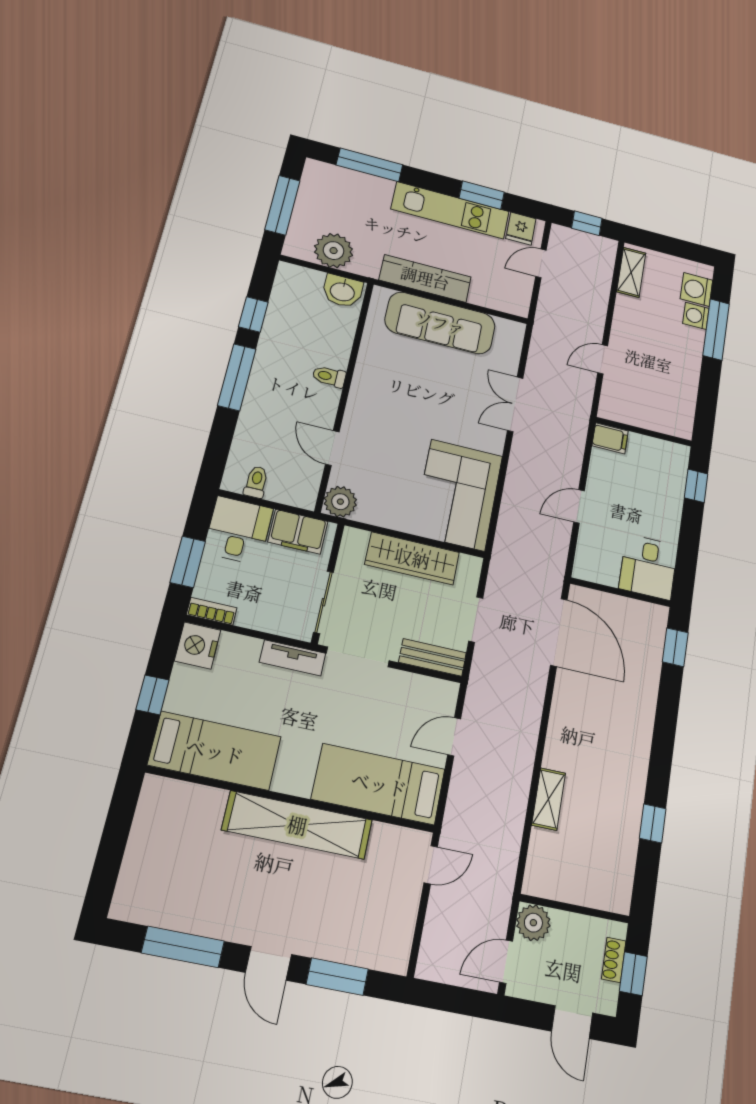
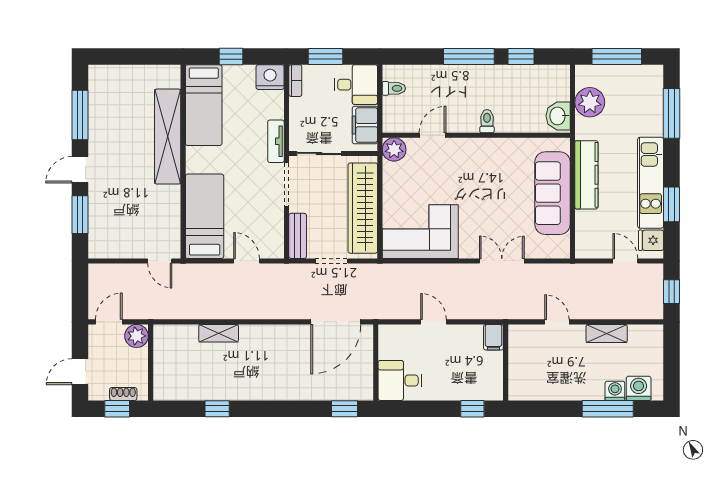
shelving: (631, 272) -> (607, 334), moved
wardrobe: (412, 558) -> (363, 208), width x1.40, depth x1.17
shelving: (297, 825) -> (168, 137), moved
door: (506, 962) -> (109, 322), hinge flipped

